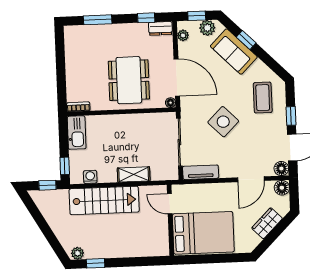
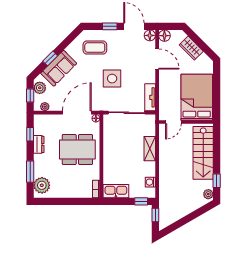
dresser: (160, 28) -> (39, 144), moved
plant: (80, 36) -> (42, 185), added
side table: (223, 122) -> (112, 79), turned 45
stairs: (104, 200) -> (203, 153), moved, turned 180

